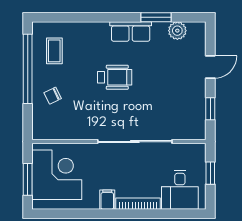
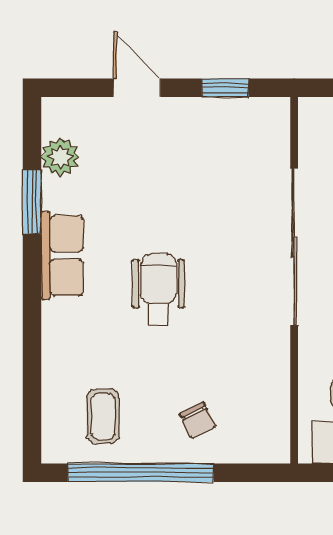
coffee table: (54, 51) -> (103, 416), turned 90

